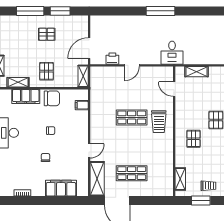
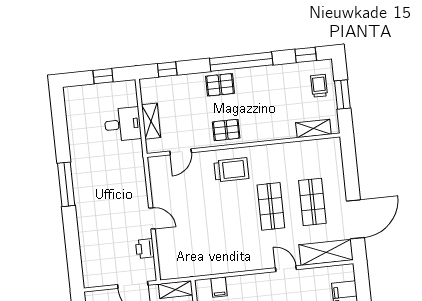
desk: (172, 53) -> (123, 124), moved
shop shelf: (132, 117) -> (271, 206), moved
pallet: (194, 139) -> (226, 130), moved

